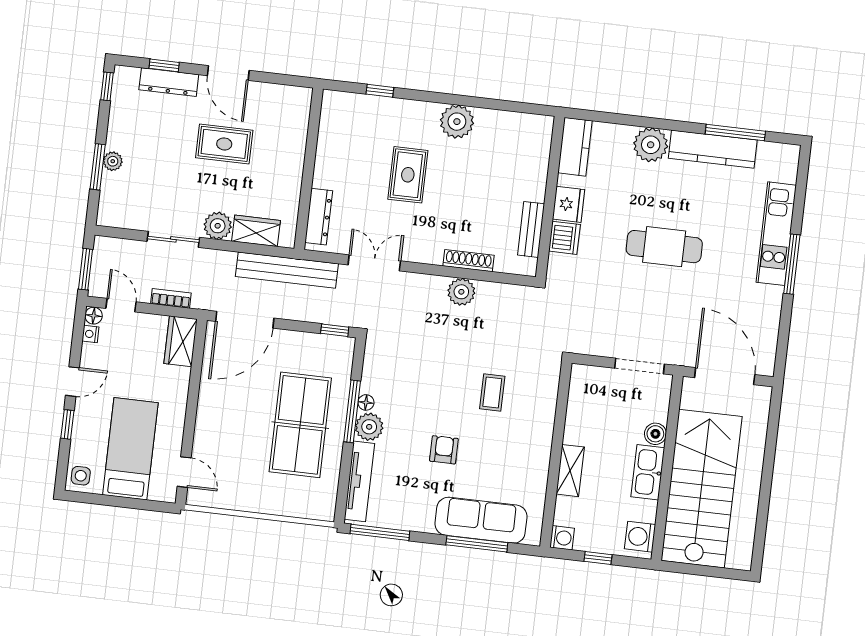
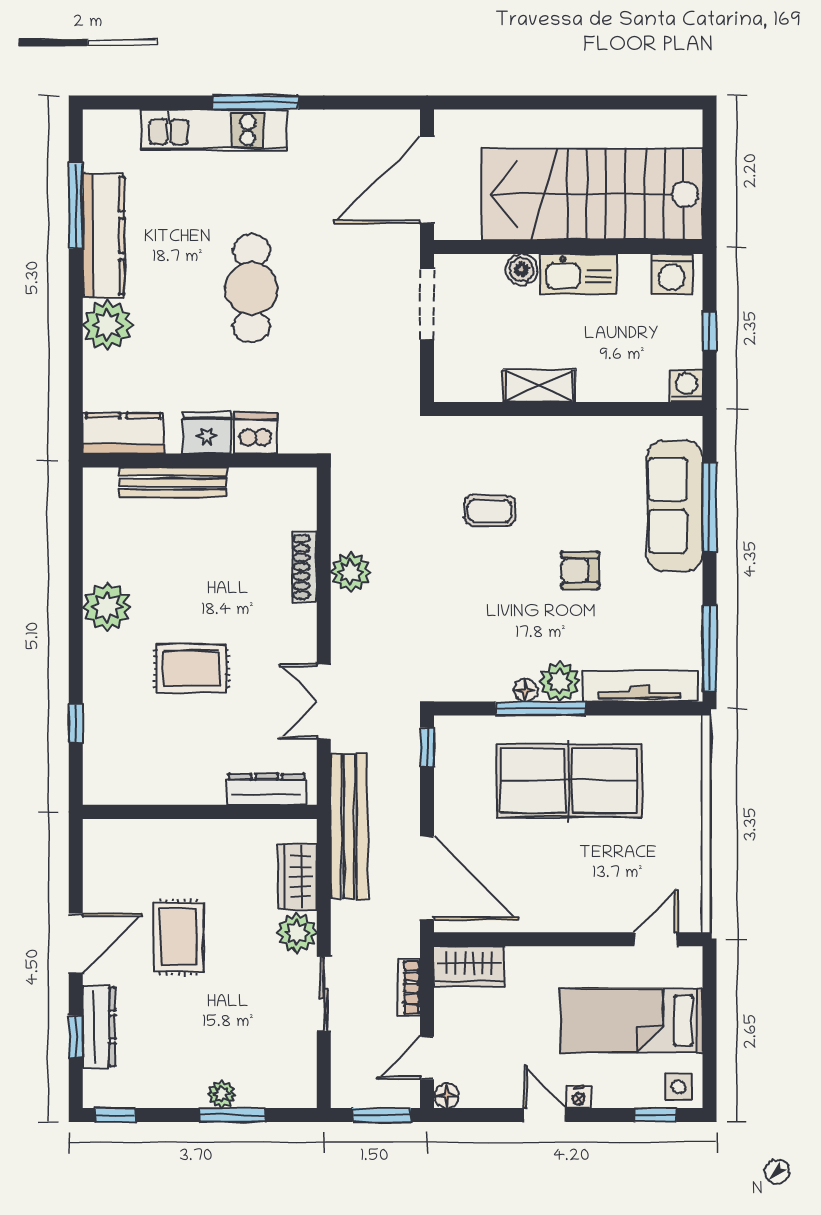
bench: (531, 229) -> (173, 482), moved, width x1.36
nightstand: (90, 334) -> (579, 1097), moved
window: (67, 424) -> (655, 1115), moved
shelving: (570, 471) -> (539, 386), moved

